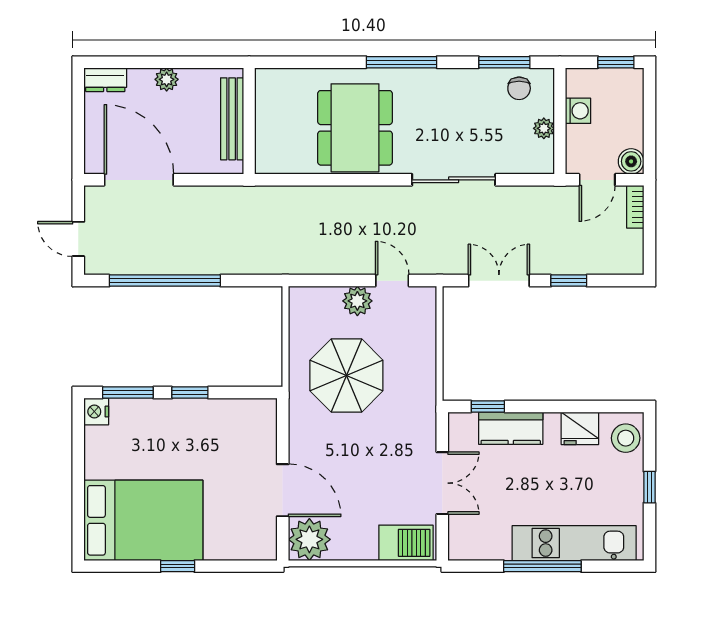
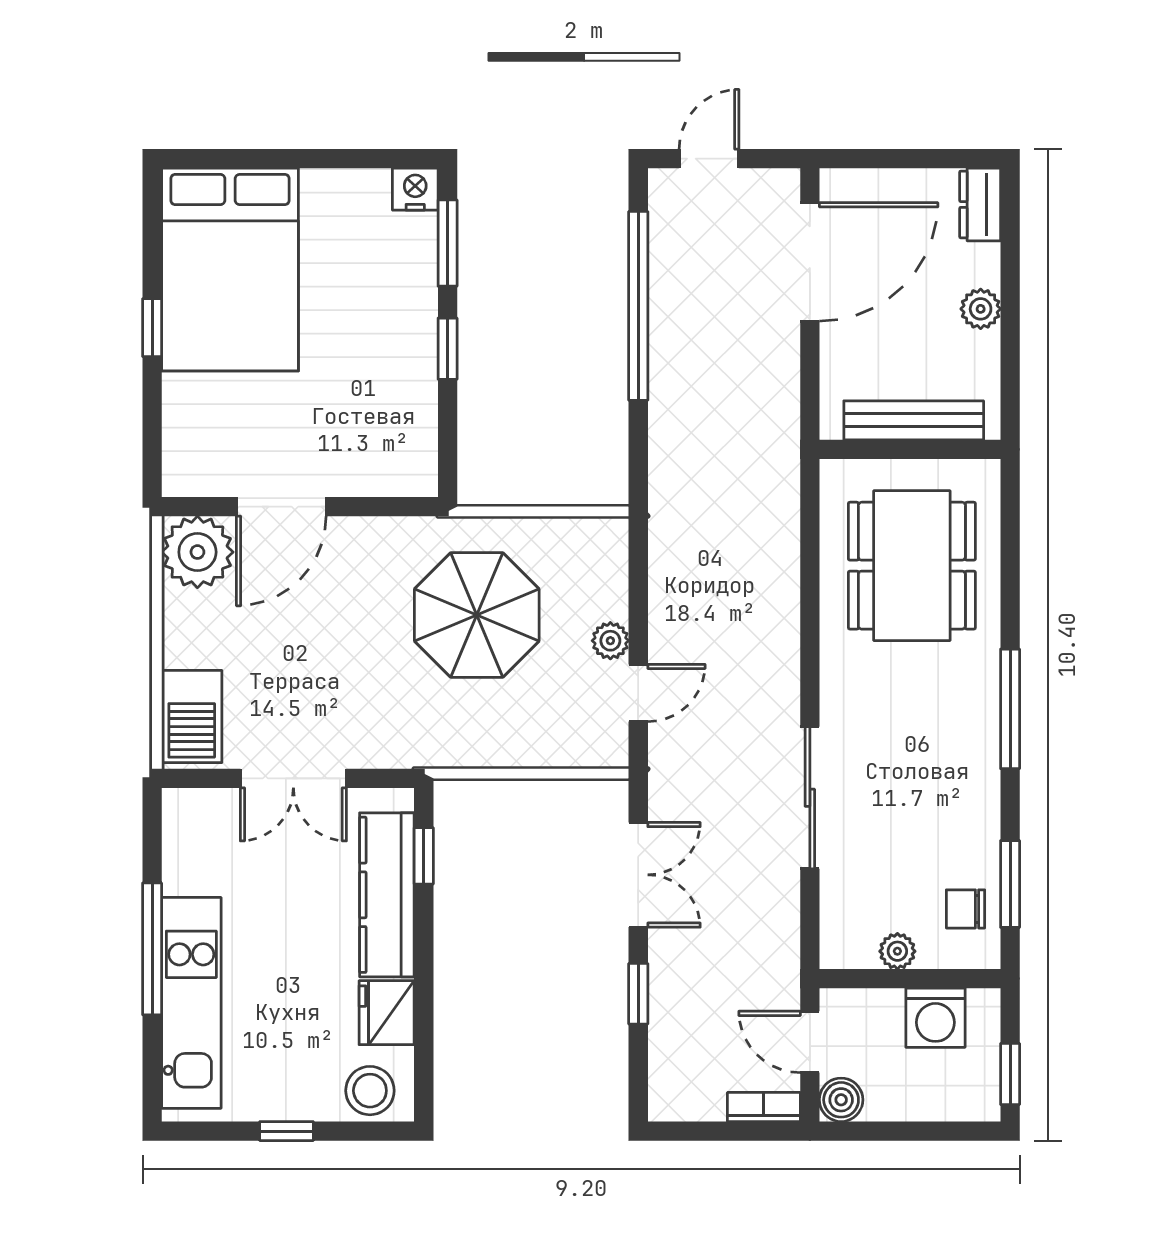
washing machine: (578, 111) -> (935, 1018), width x1.38, depth x1.38
dining table: (355, 128) -> (912, 566), moved, turned 90
plant: (357, 301) -> (610, 641), width x0.73, depth x0.73
kitchen counter: (511, 428) -> (387, 895), width x1.50

